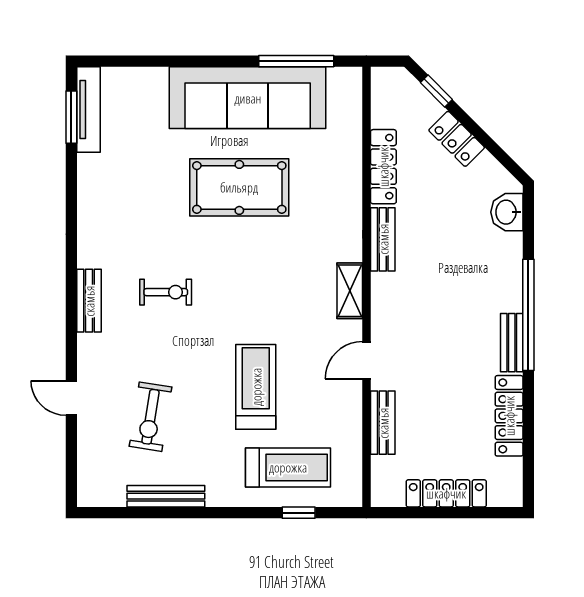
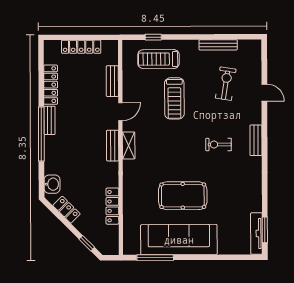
locker: (457, 139) -> (66, 210), moved
bench: (383, 239) -> (113, 146), moved

